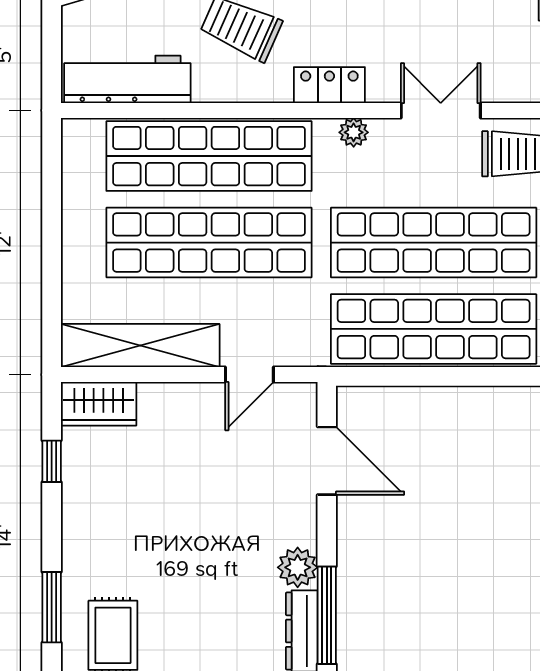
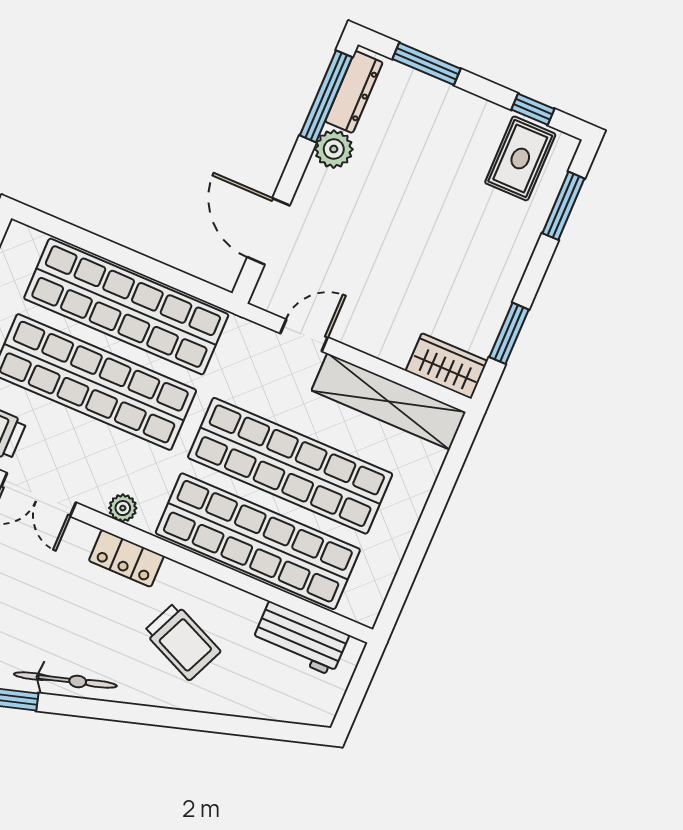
workbench: (127, 79) -> (301, 639), width x0.73
window: (52, 461) -> (509, 333), width x1.50

